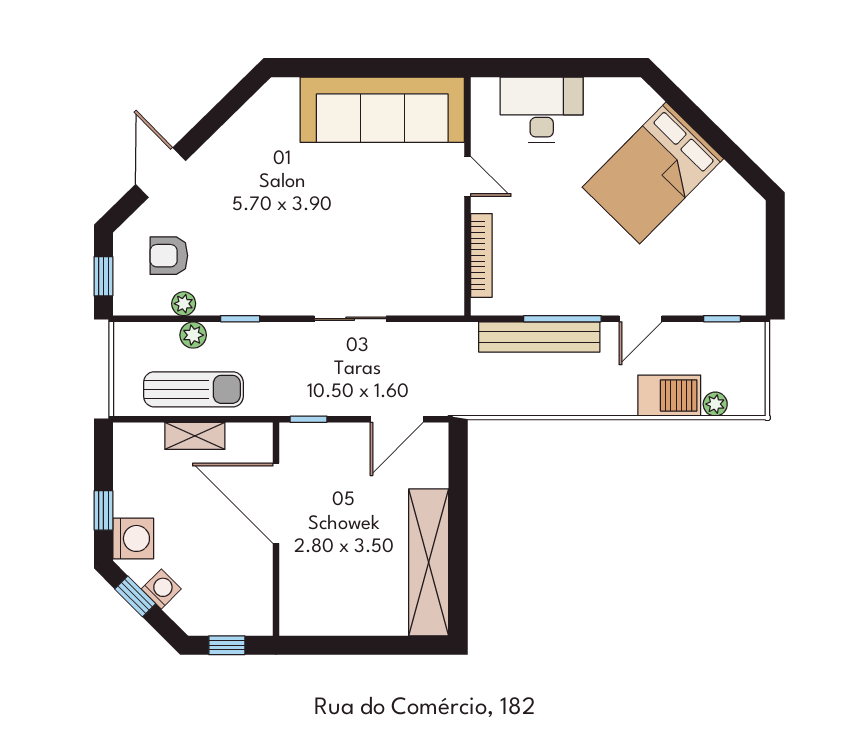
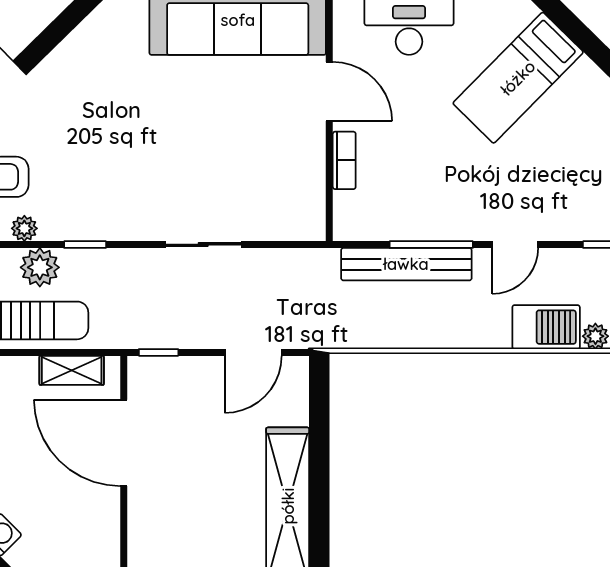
bed: (653, 173) -> (518, 78), width x0.67
door: (468, 176) -> (329, 92), width x1.38
bookcase: (481, 255) -> (344, 160), width x0.64
plant: (193, 335) -> (40, 267), width x1.38, depth x1.38
shelving: (195, 436) -> (72, 370), moved

